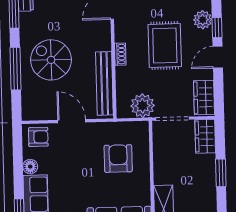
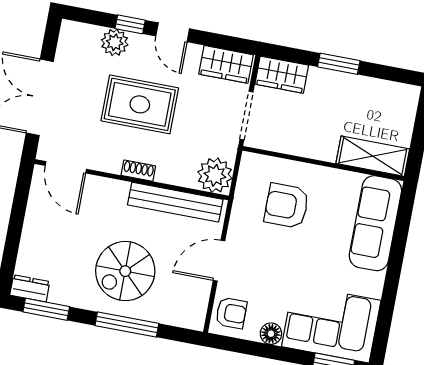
plant: (143, 106) -> (215, 175), moved
armchair: (38, 137) -> (231, 313), turned 90

